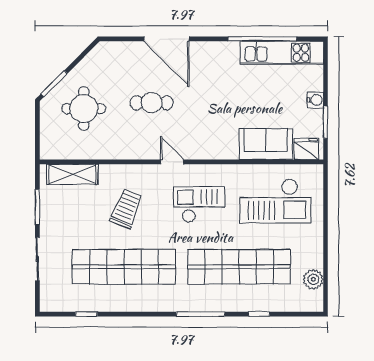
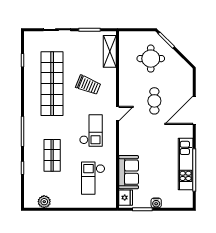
kitchen unit: (282, 53) -> (186, 164), moved
checkout: (275, 201) -> (93, 178), width x0.73, depth x0.83
shop shelf: (239, 267) -> (52, 155), width x0.50, depth x0.74

